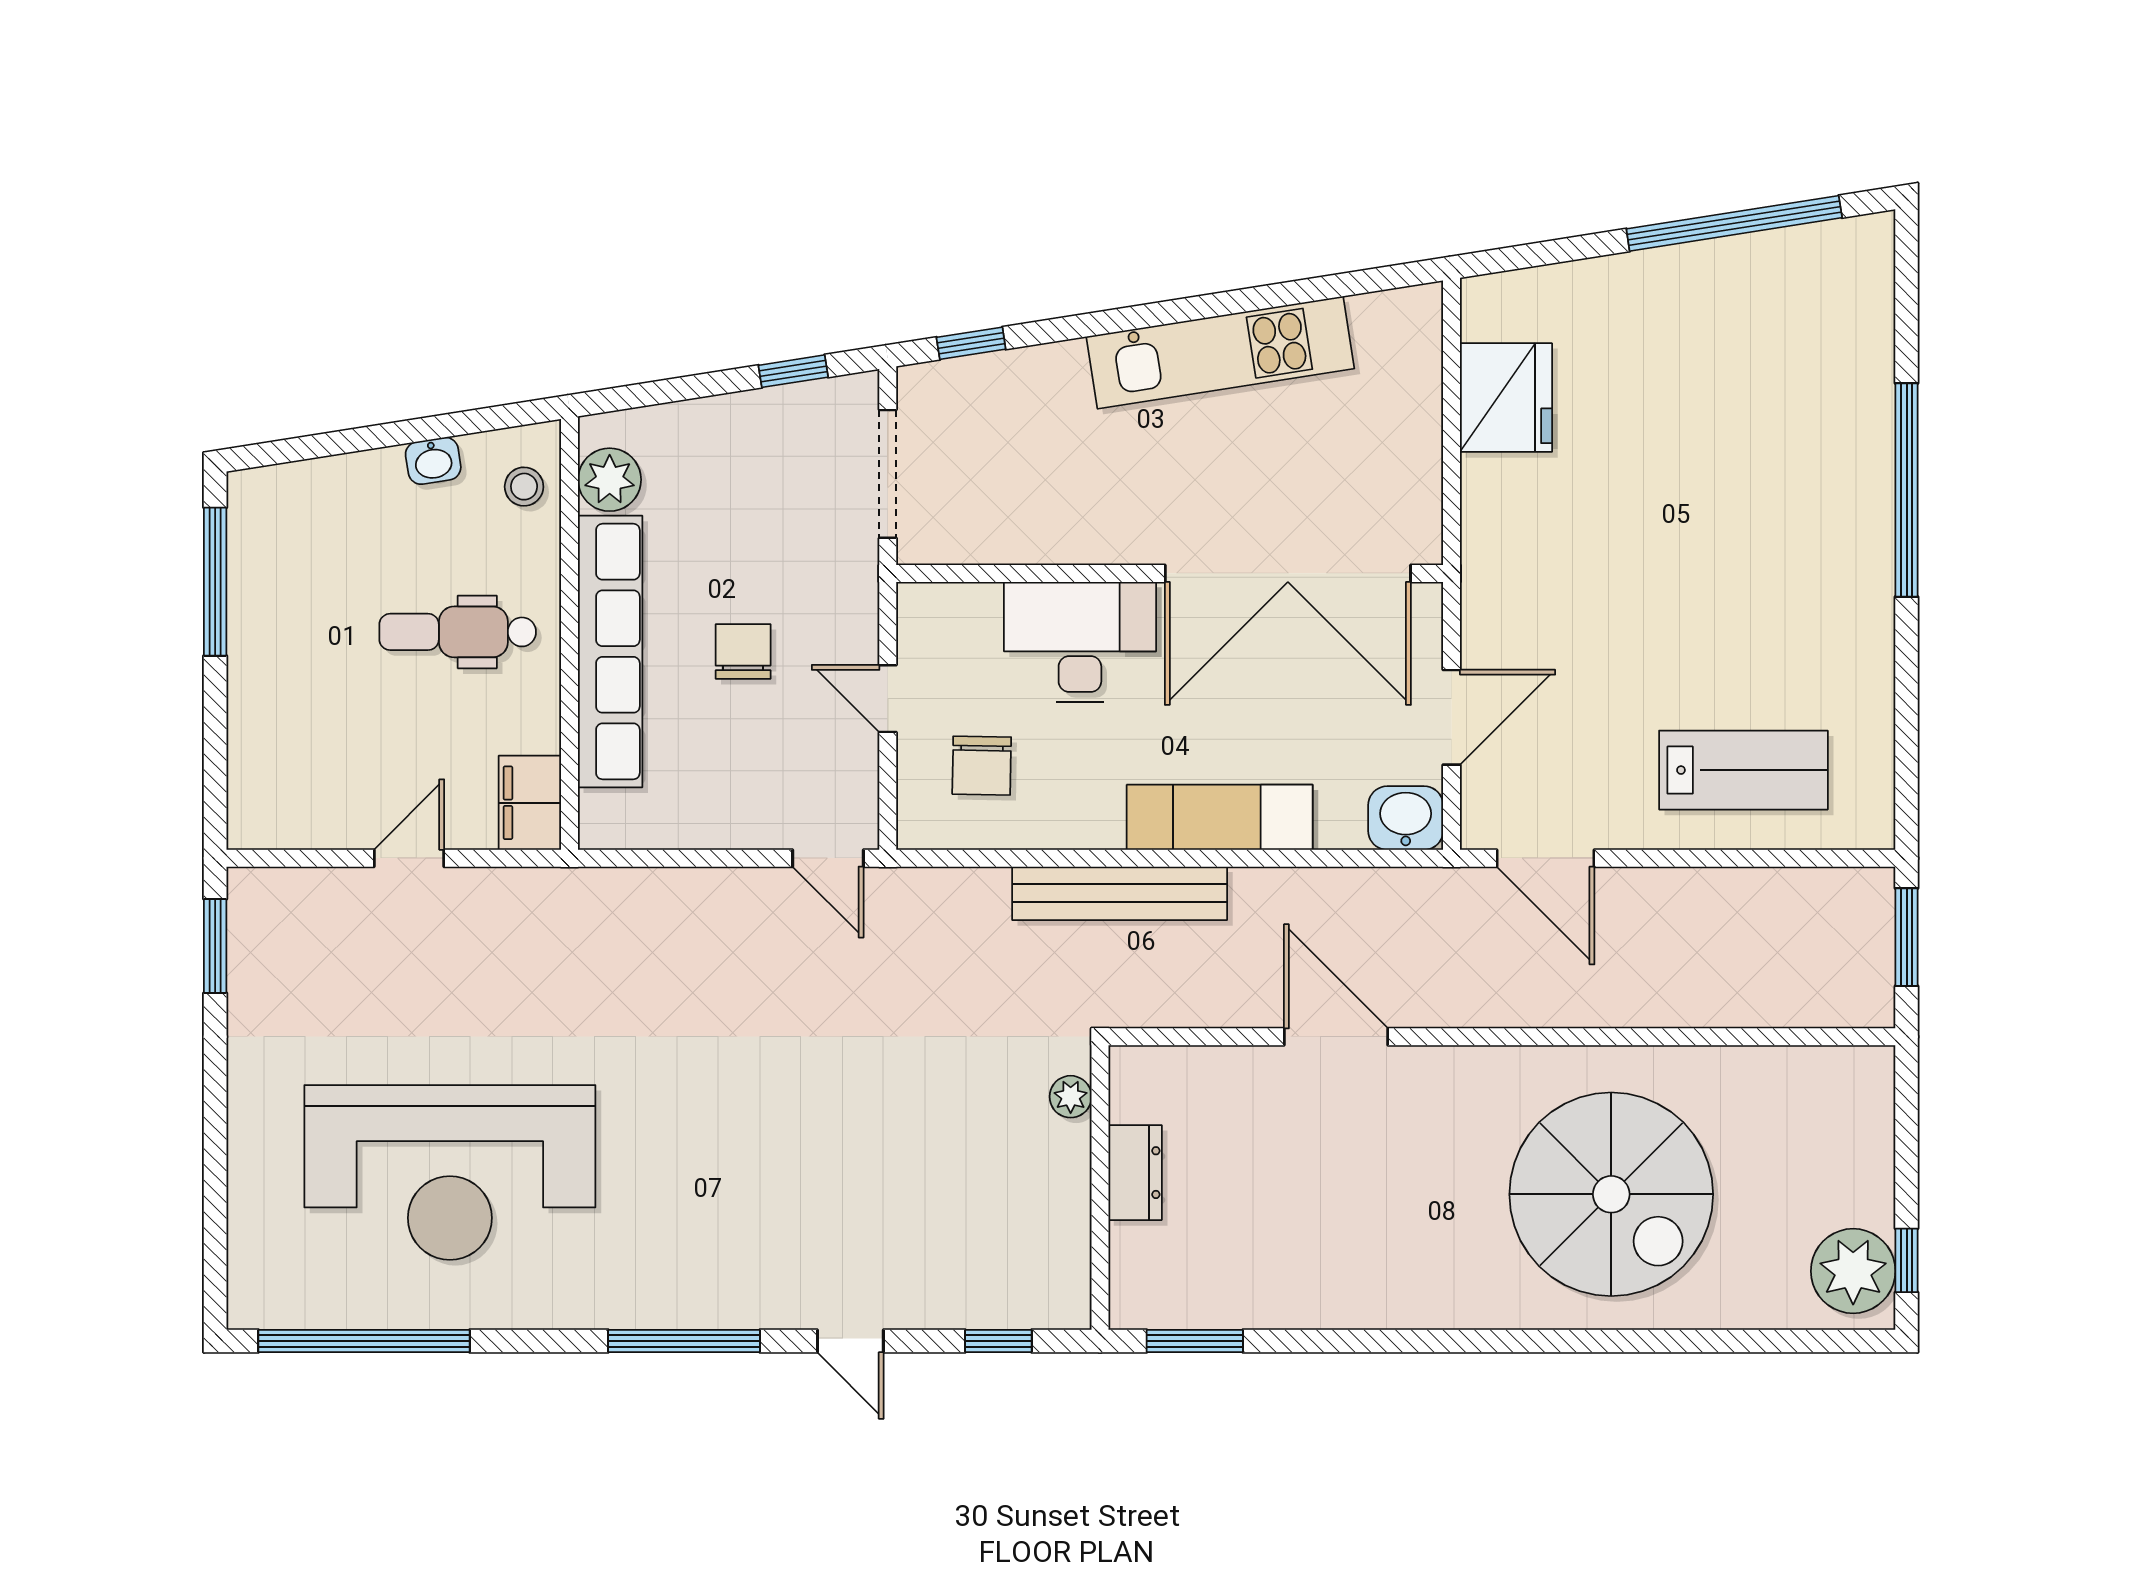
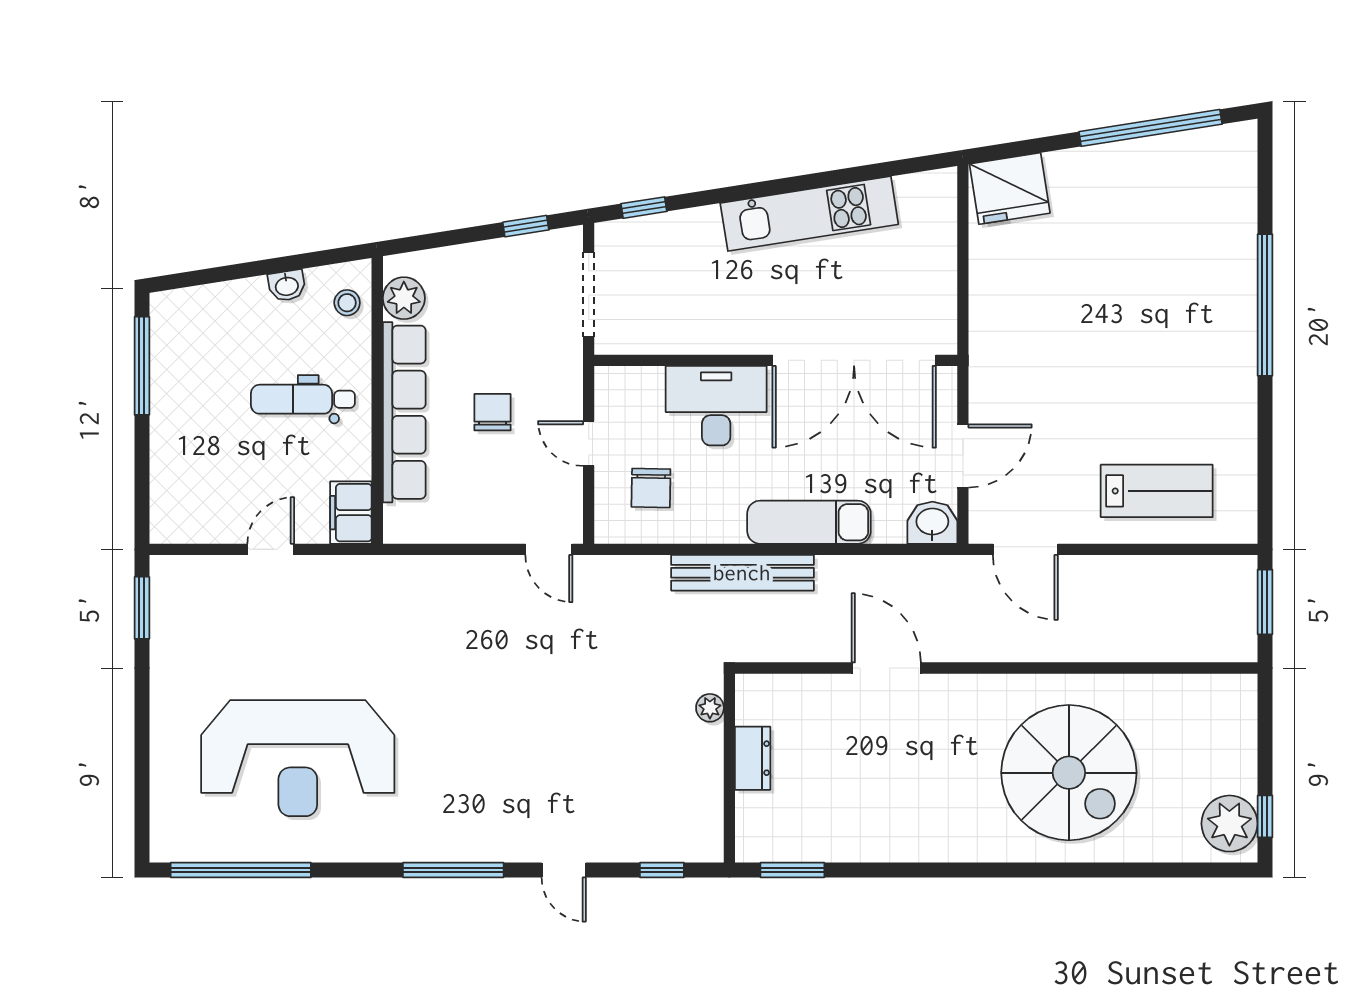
fridge: (1506, 398) -> (1010, 189), moved, turned 81

